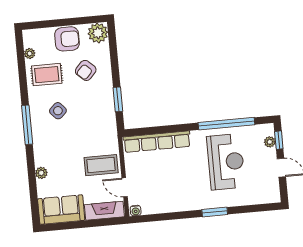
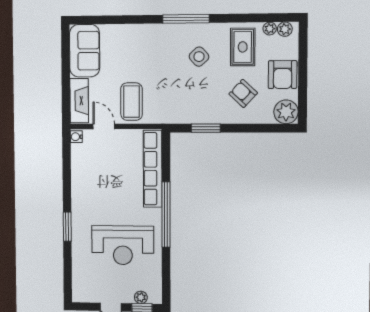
window: (226, 124) -> (166, 215), moved
plant: (41, 173) -> (285, 29), moved
door: (125, 187) -> (104, 126), hinge flipped

